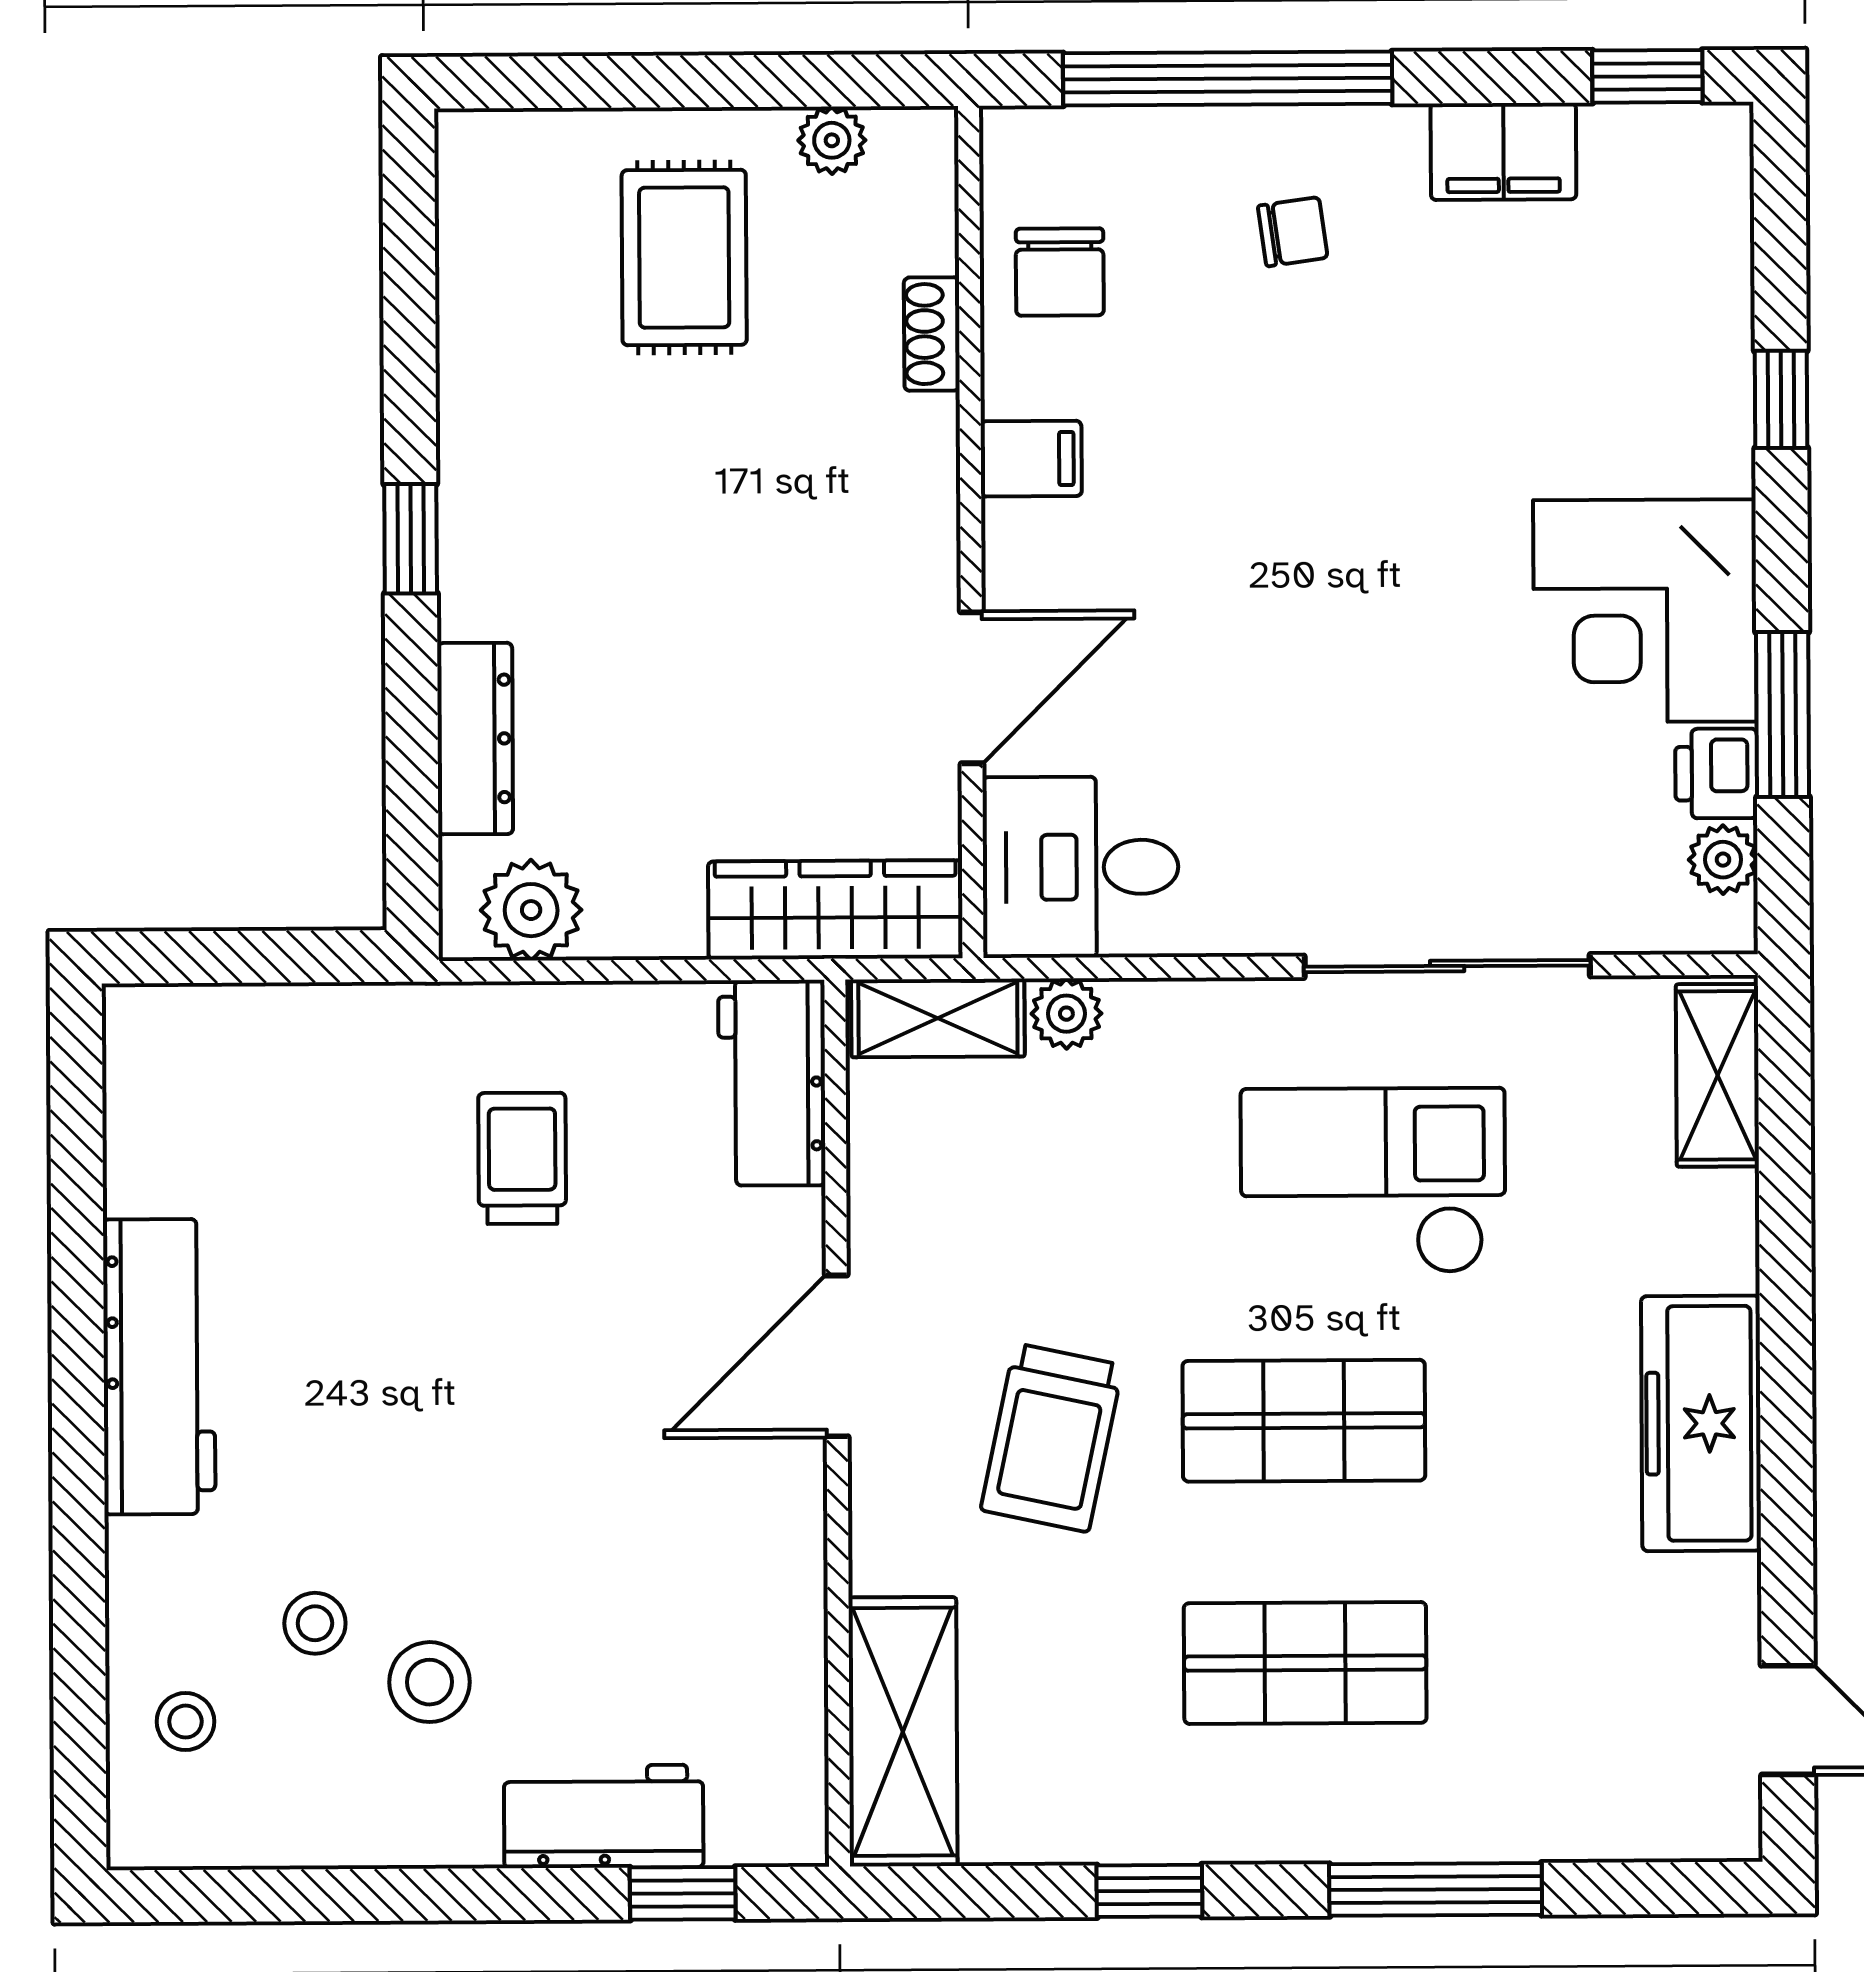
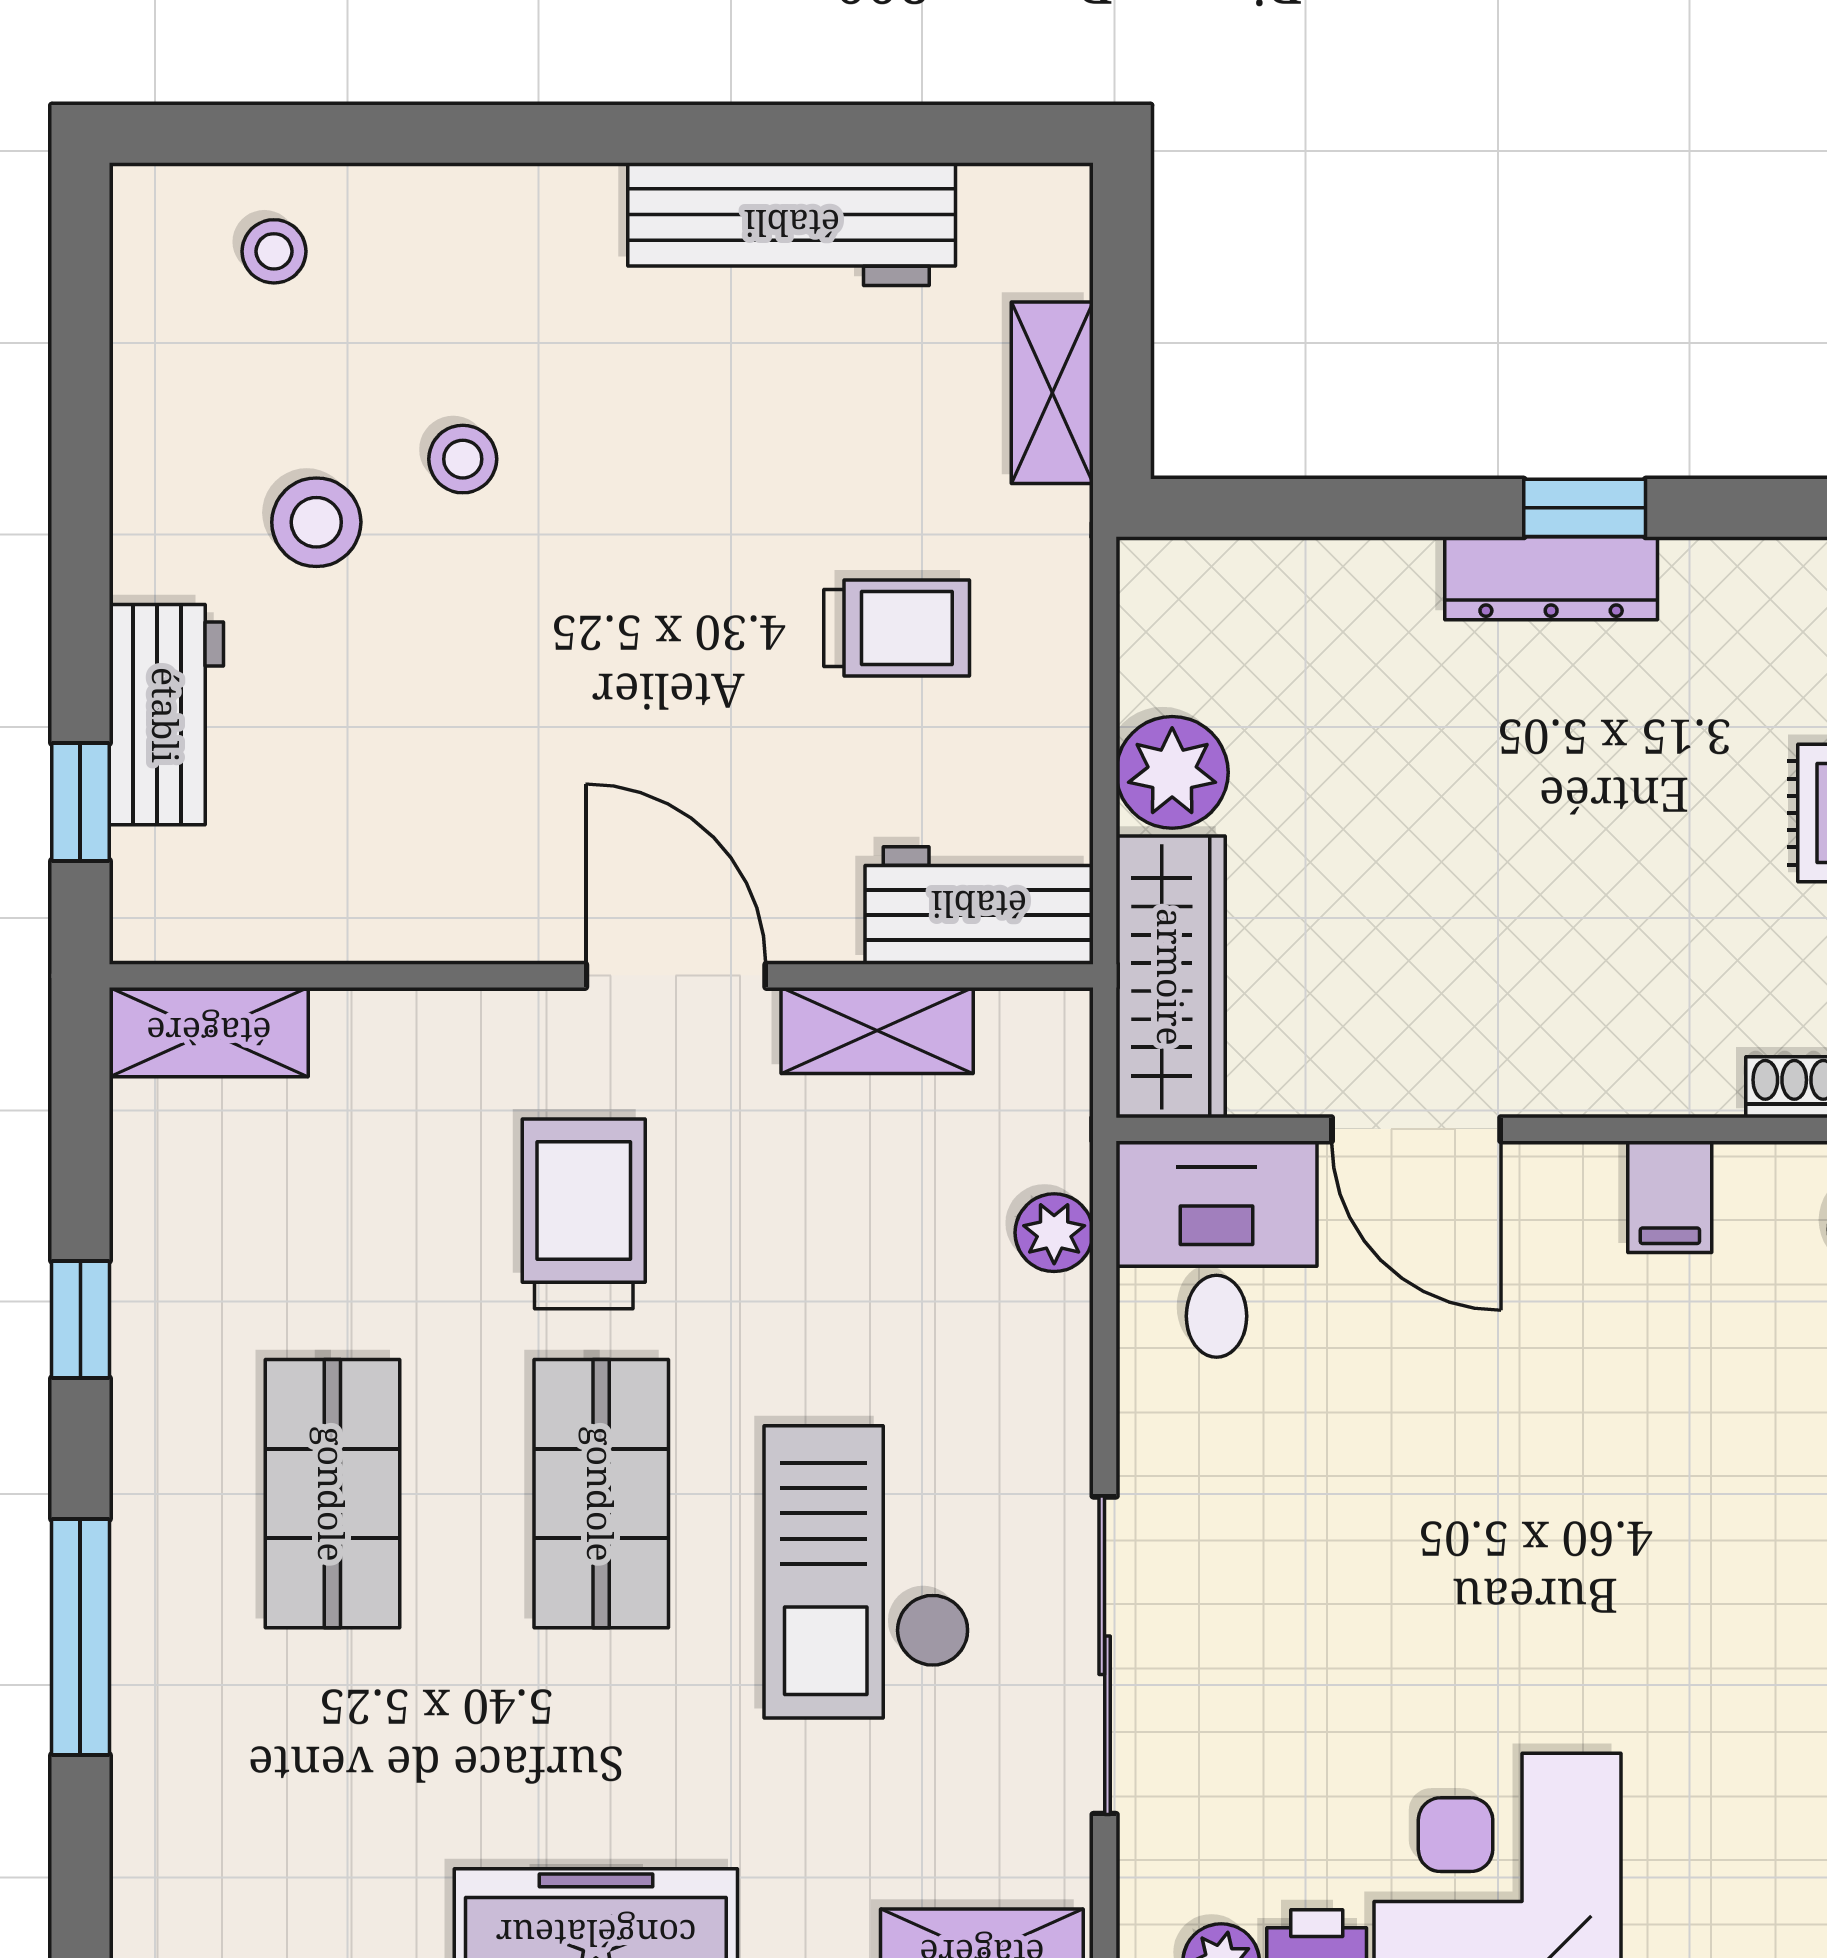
dresser: (475, 739) -> (1551, 578), moved
plant: (531, 910) -> (1172, 772), moved
shelving: (938, 1018) -> (877, 1031), moved, turned 90
shelving: (309, 1019) -> (1052, 393), added
checkout: (1373, 1181) -> (867, 1572), turned 180
workbench: (159, 1367) -> (792, 224), moved
trolley: (1052, 1438) -> (584, 1214), turned 78
stool: (315, 1623) -> (463, 459), moved
shelving: (903, 1732) -> (209, 1032), width x0.67, depth x0.75

